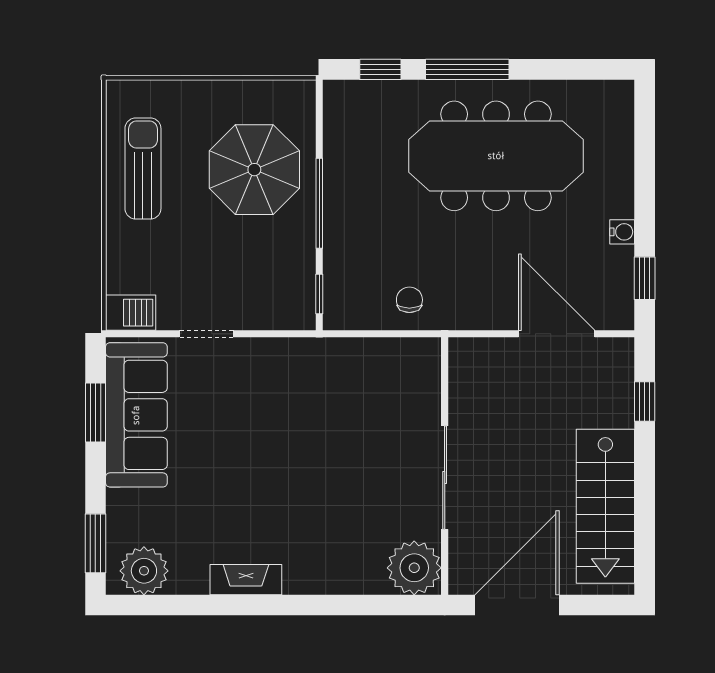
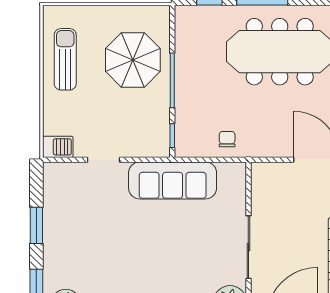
window: (95, 412) -> (36, 225), moved
sofa: (136, 415) -> (173, 180), moved, turned 90

